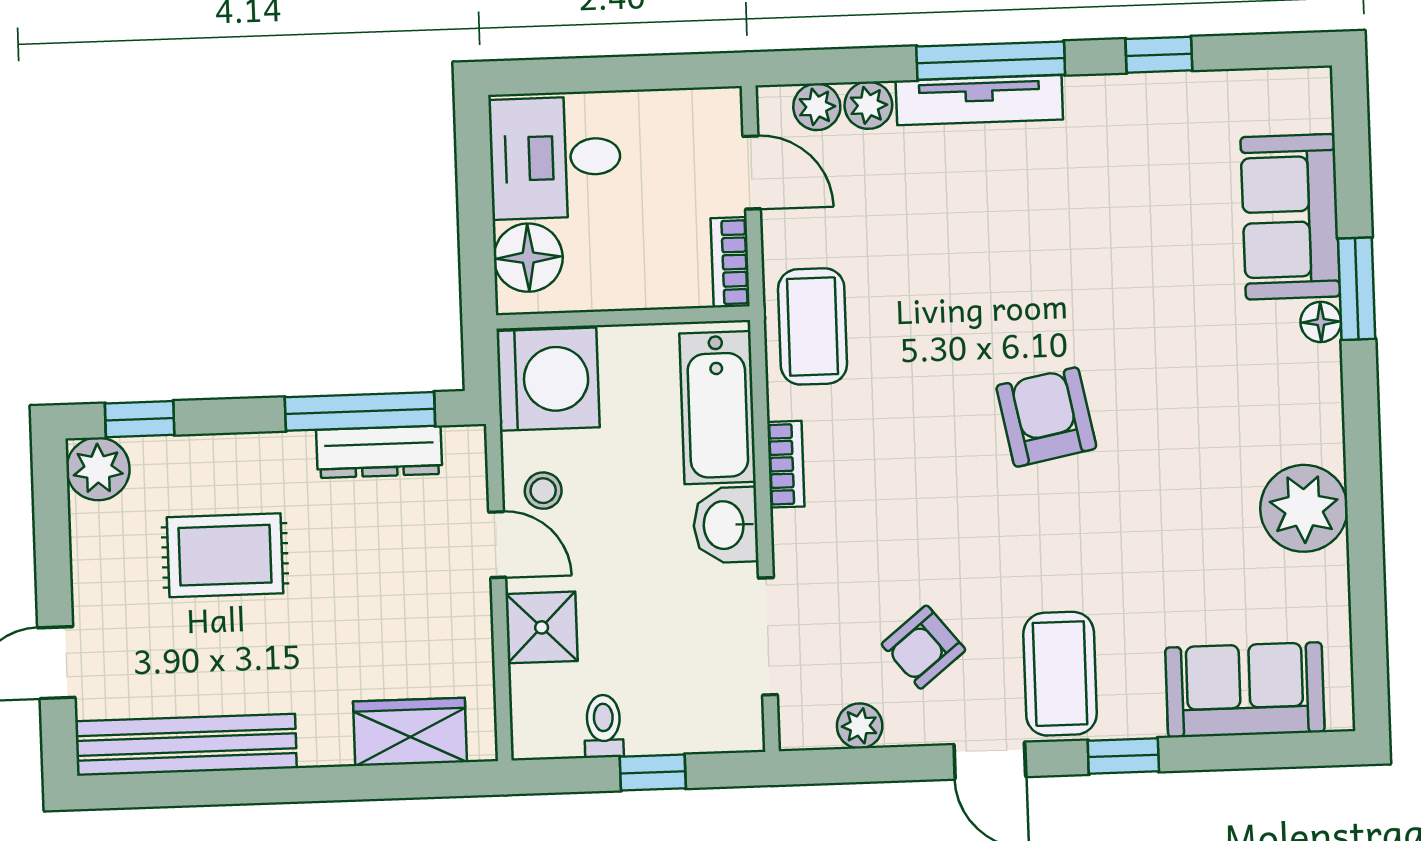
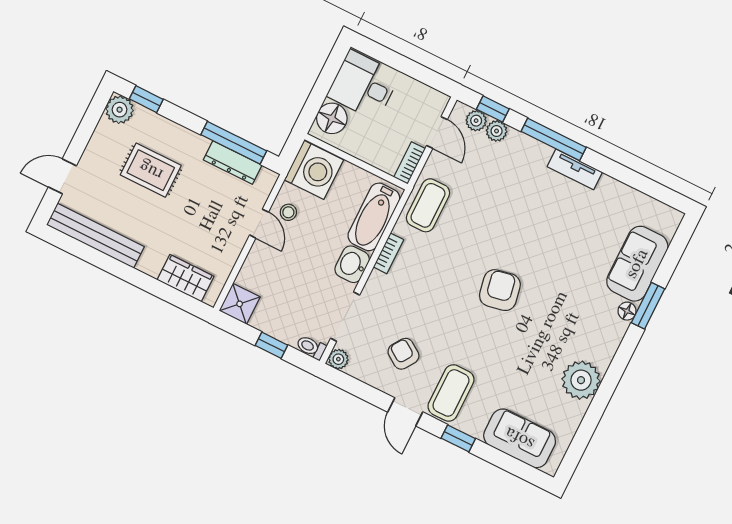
window: (1159, 55) -> (493, 109), moved
tv unit: (979, 100) -> (575, 169), moved, width x0.71
shower: (542, 627) -> (240, 304), moved
armchair: (924, 647) -> (403, 354), turned 73
toilet: (604, 726) -> (311, 347), moved, turned -90
plant: (860, 726) -> (338, 359), moved

